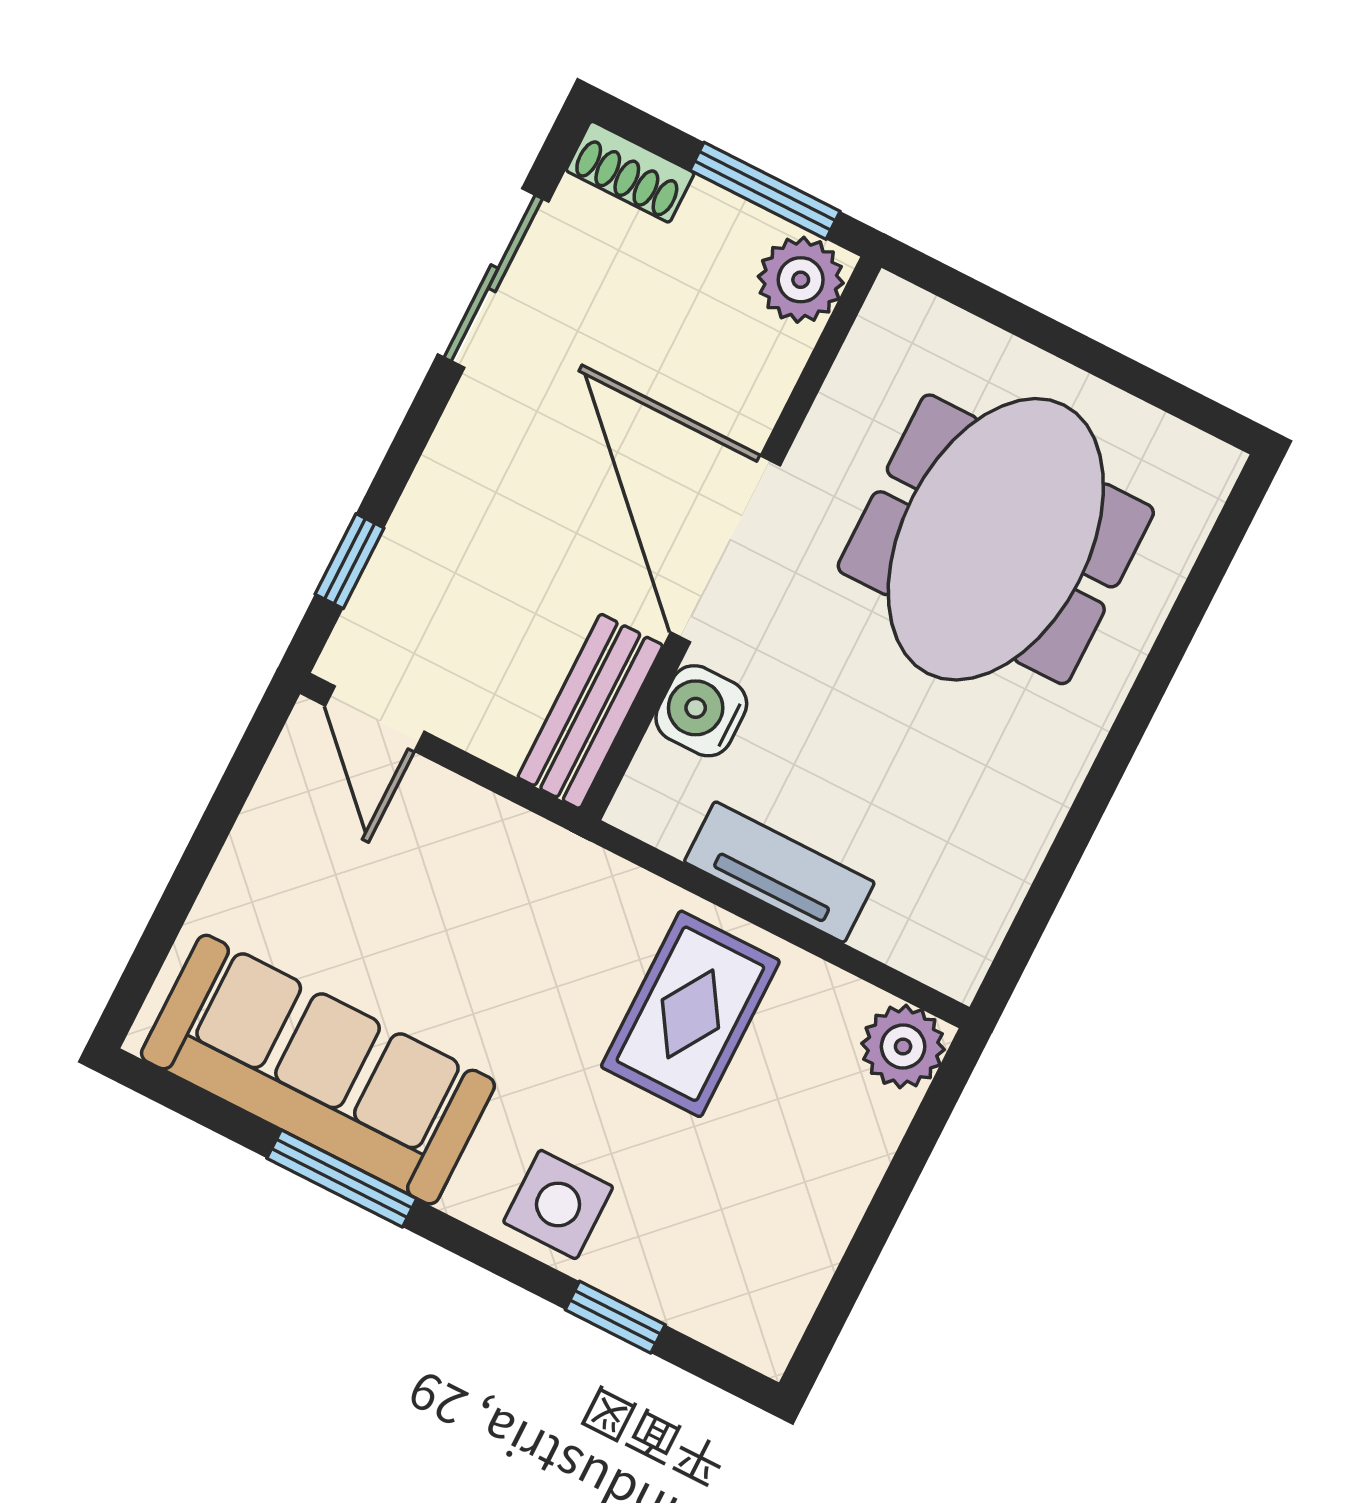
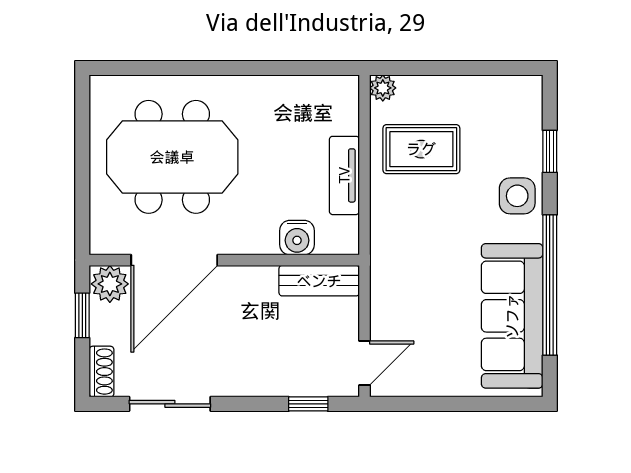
window: (765, 191) -> (82, 315), width x0.67
door: (725, 549) -> (174, 260), moved
rug: (690, 1014) -> (421, 149), moved
plant: (903, 1046) -> (383, 88), width x0.73, depth x0.73
window: (342, 1178) -> (550, 285), width x2.11

